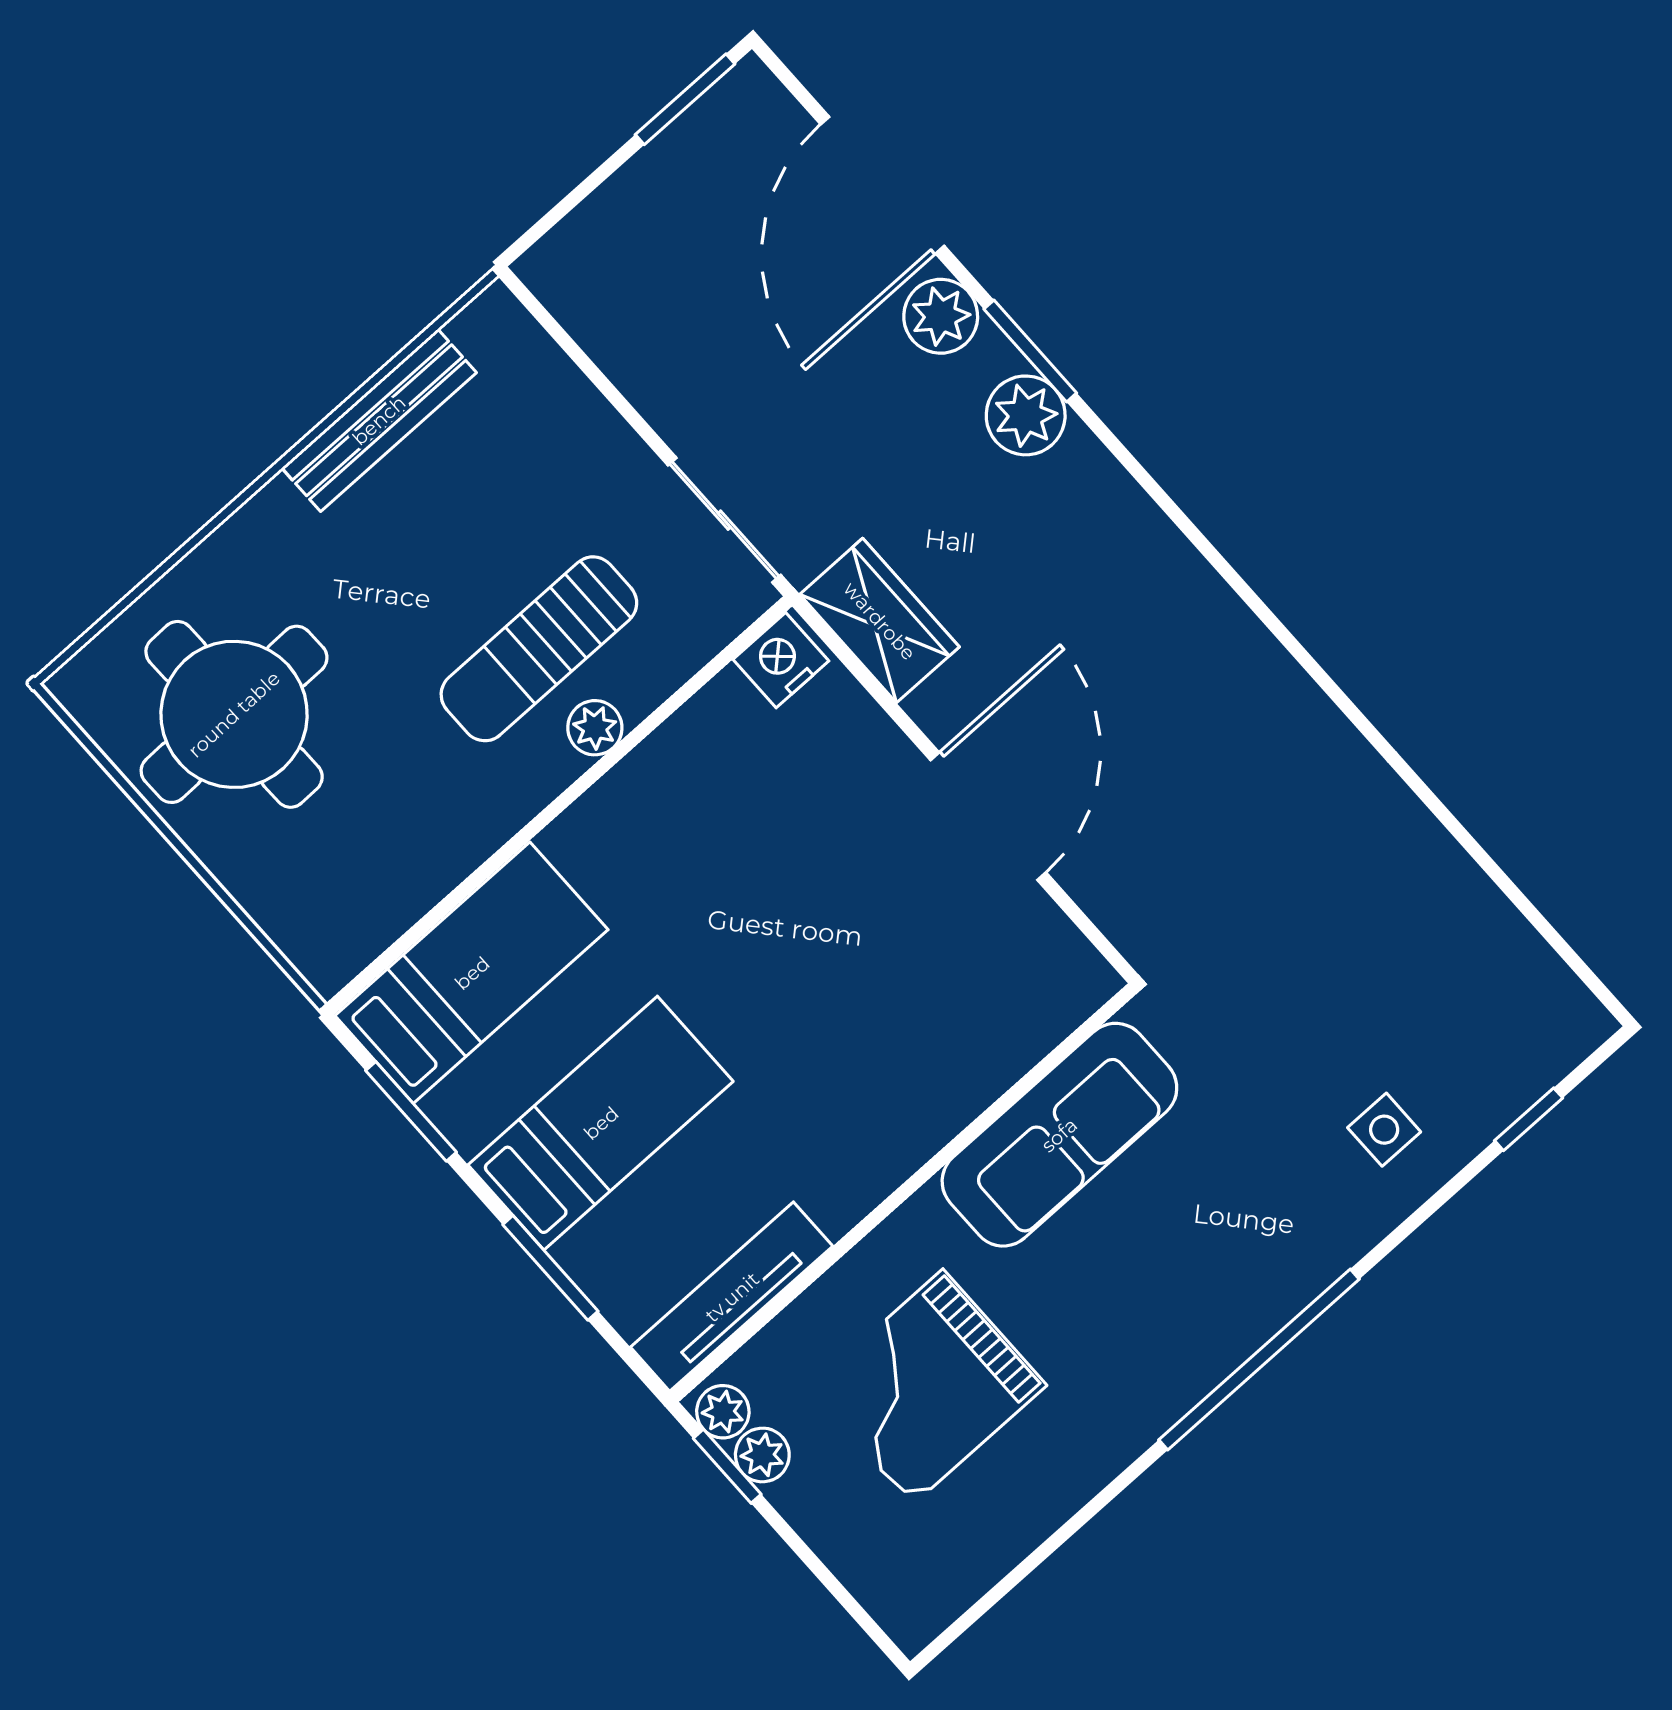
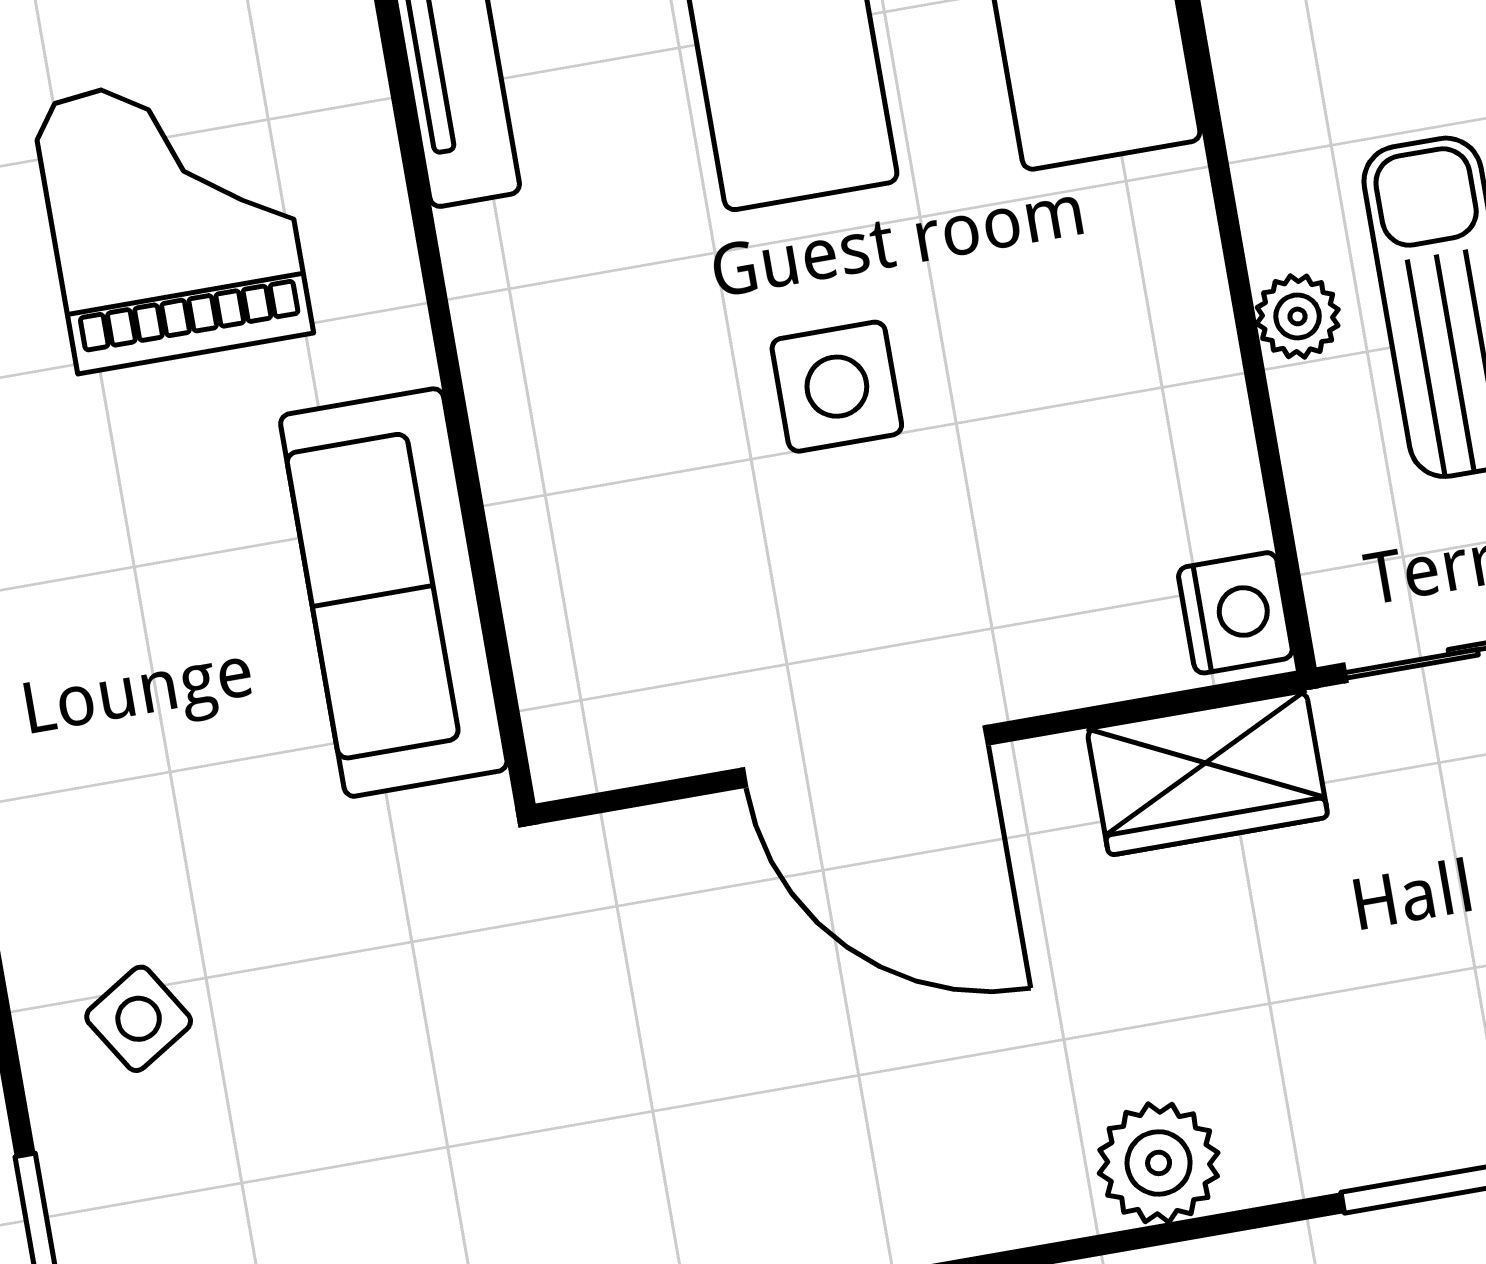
plant: (1026, 415) -> (1159, 1163), moved
side table: (793, 959) -> (837, 387), added
side table: (1384, 1130) -> (139, 1019), turned -32

